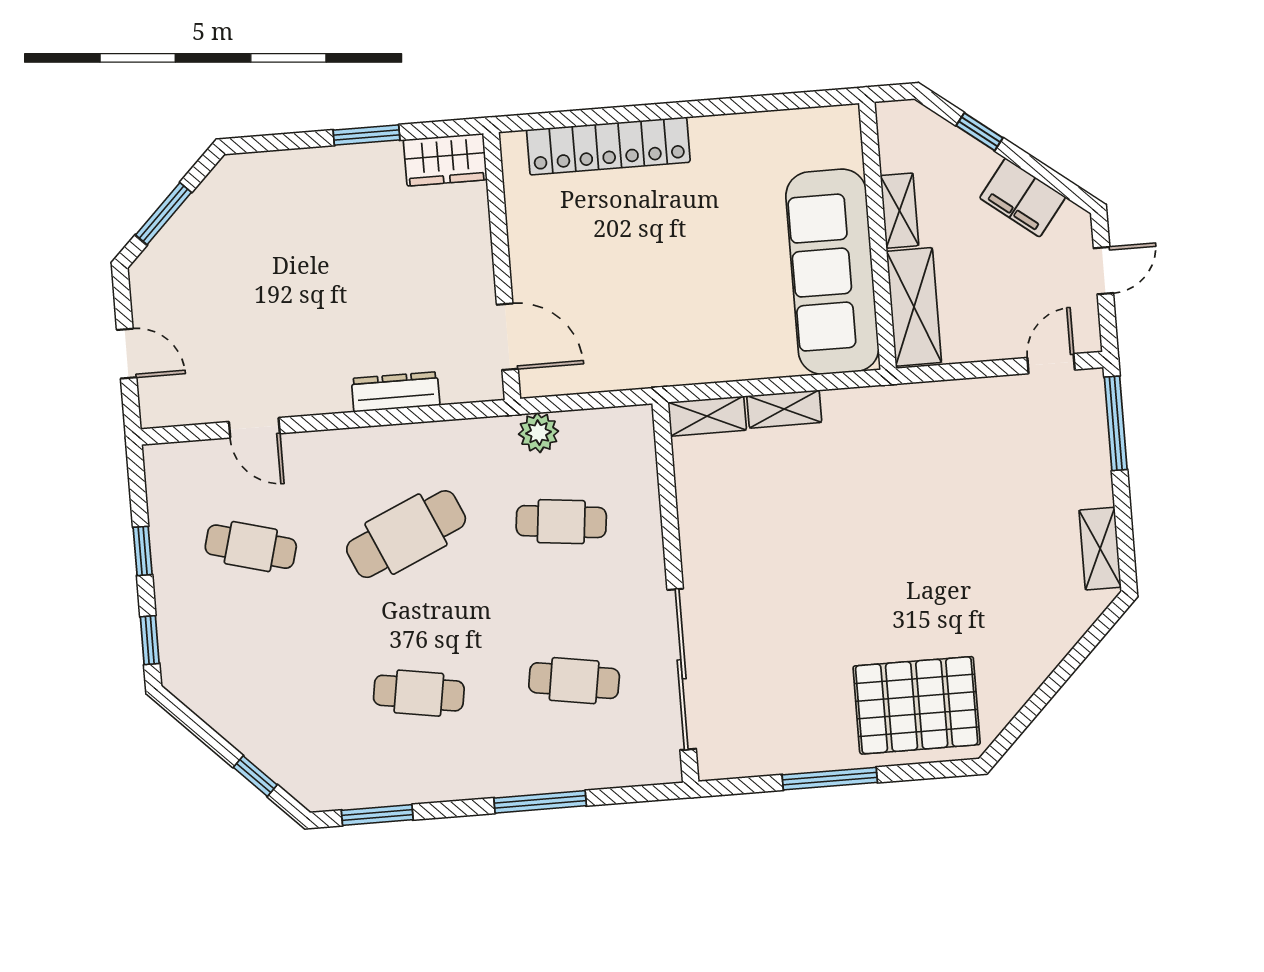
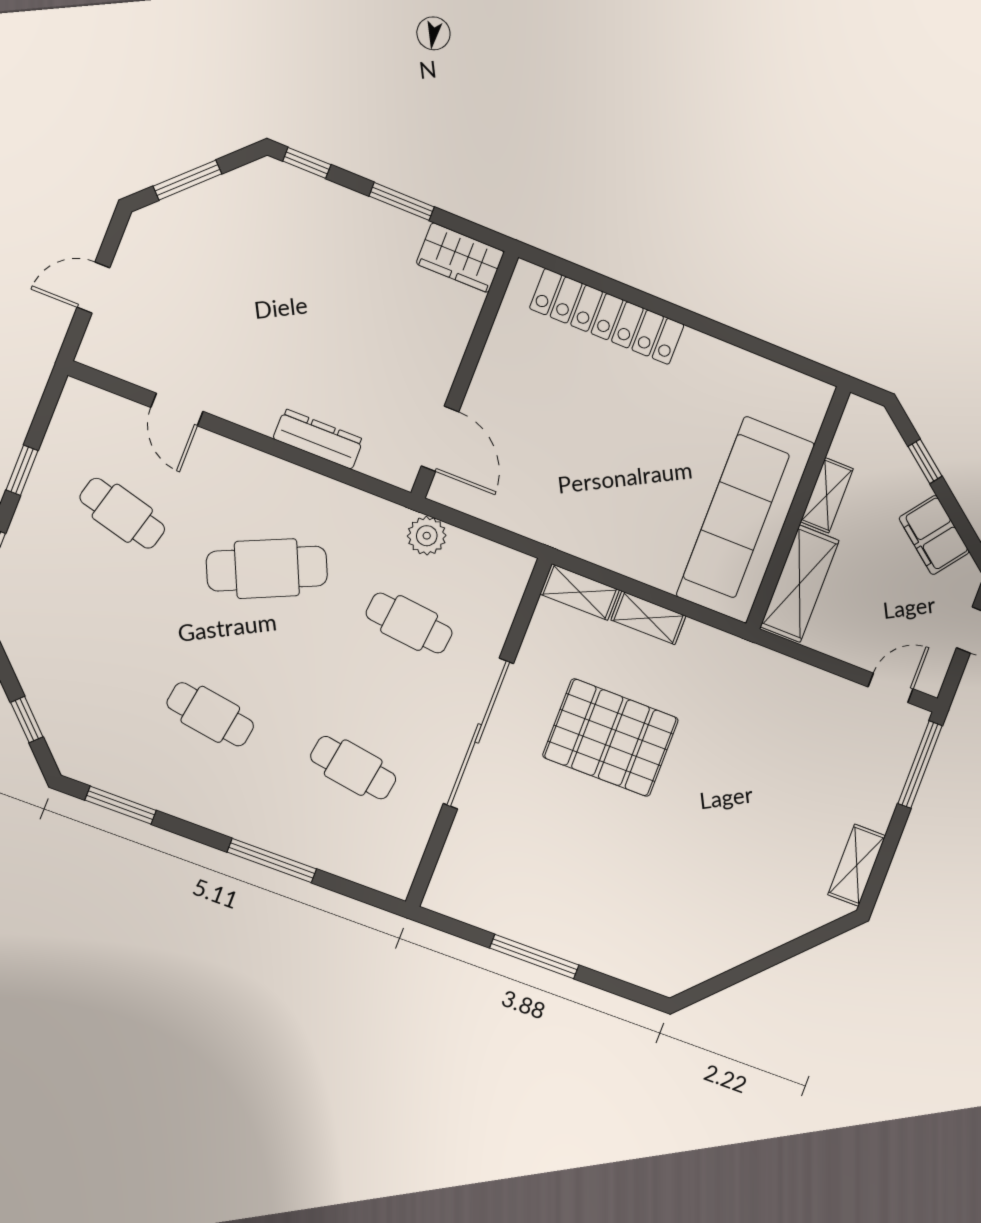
window: (263, 143) -> (307, 163), added
door: (127, 354) -> (93, 288), swing flipped
sliding door: (682, 669) -> (478, 733), moved
pallet: (917, 705) -> (611, 738), moved

